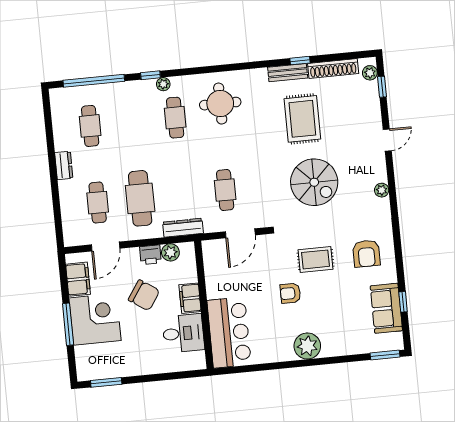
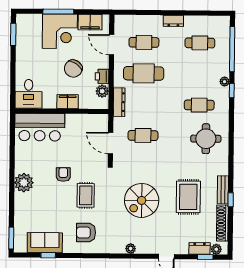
plant: (163, 84) -> (225, 82), moved
dresser: (371, 96) -> (200, 248), added
rug: (302, 119) -> (188, 197), turned 90
desk: (183, 333) -> (29, 94), moved

